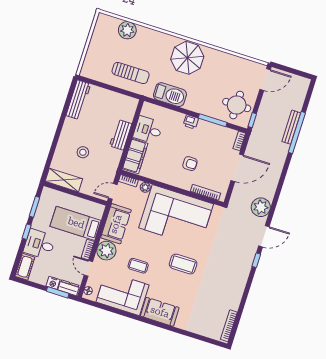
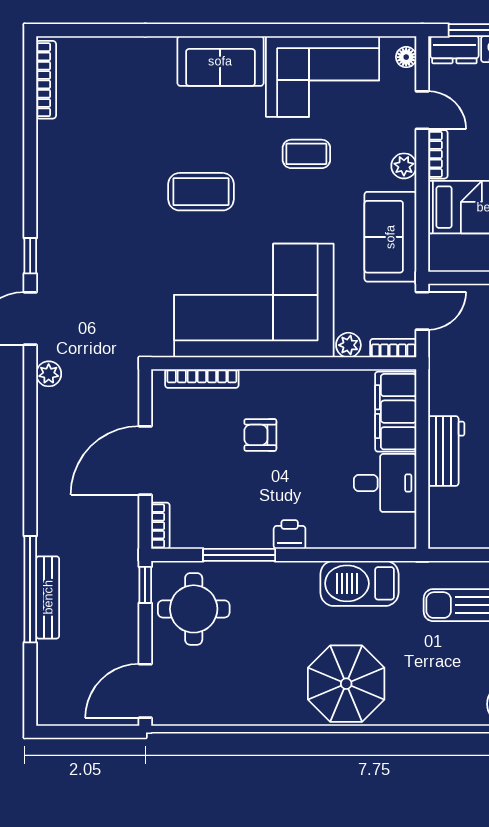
plant: (261, 207) -> (49, 374), width x0.53, depth x0.53
plant: (106, 251) -> (404, 166), width x0.53, depth x0.53

